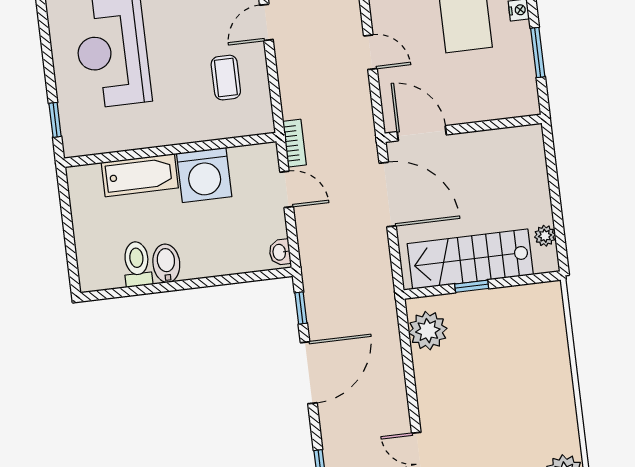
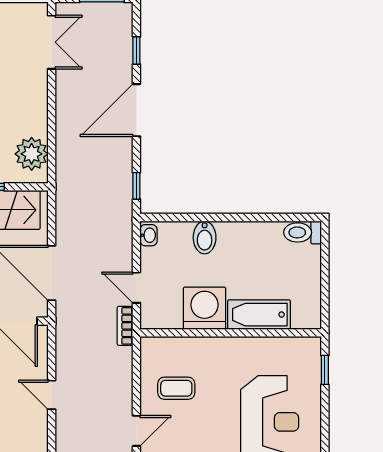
coffee table: (226, 78) -> (176, 388), turned 90
bidet: (166, 263) -> (205, 237), moved
toilet: (137, 264) -> (302, 232), moved, turned 90
door: (309, 373) -> (136, 110), moved

